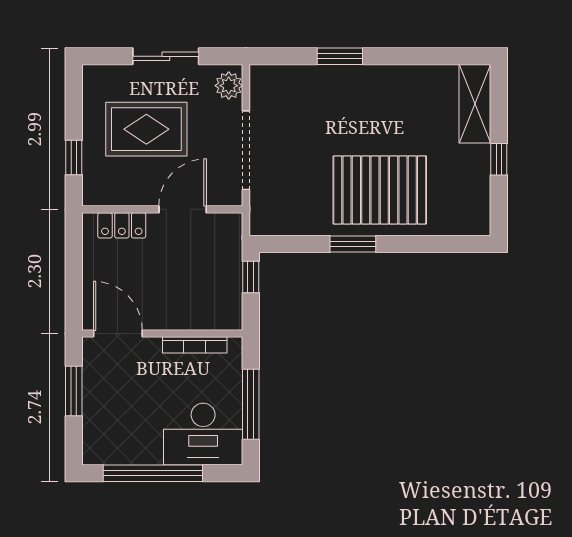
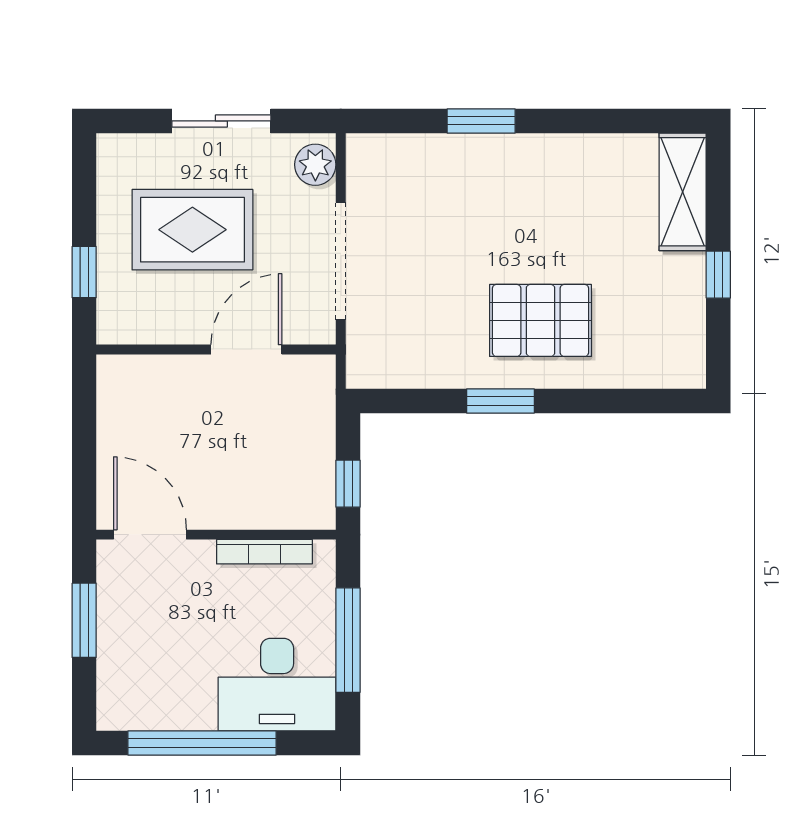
pallet: (380, 190) -> (540, 320), width x0.73, depth x0.71
locker: (122, 225) -> (156, 373), removed
window: (251, 277) -> (348, 484), moved

